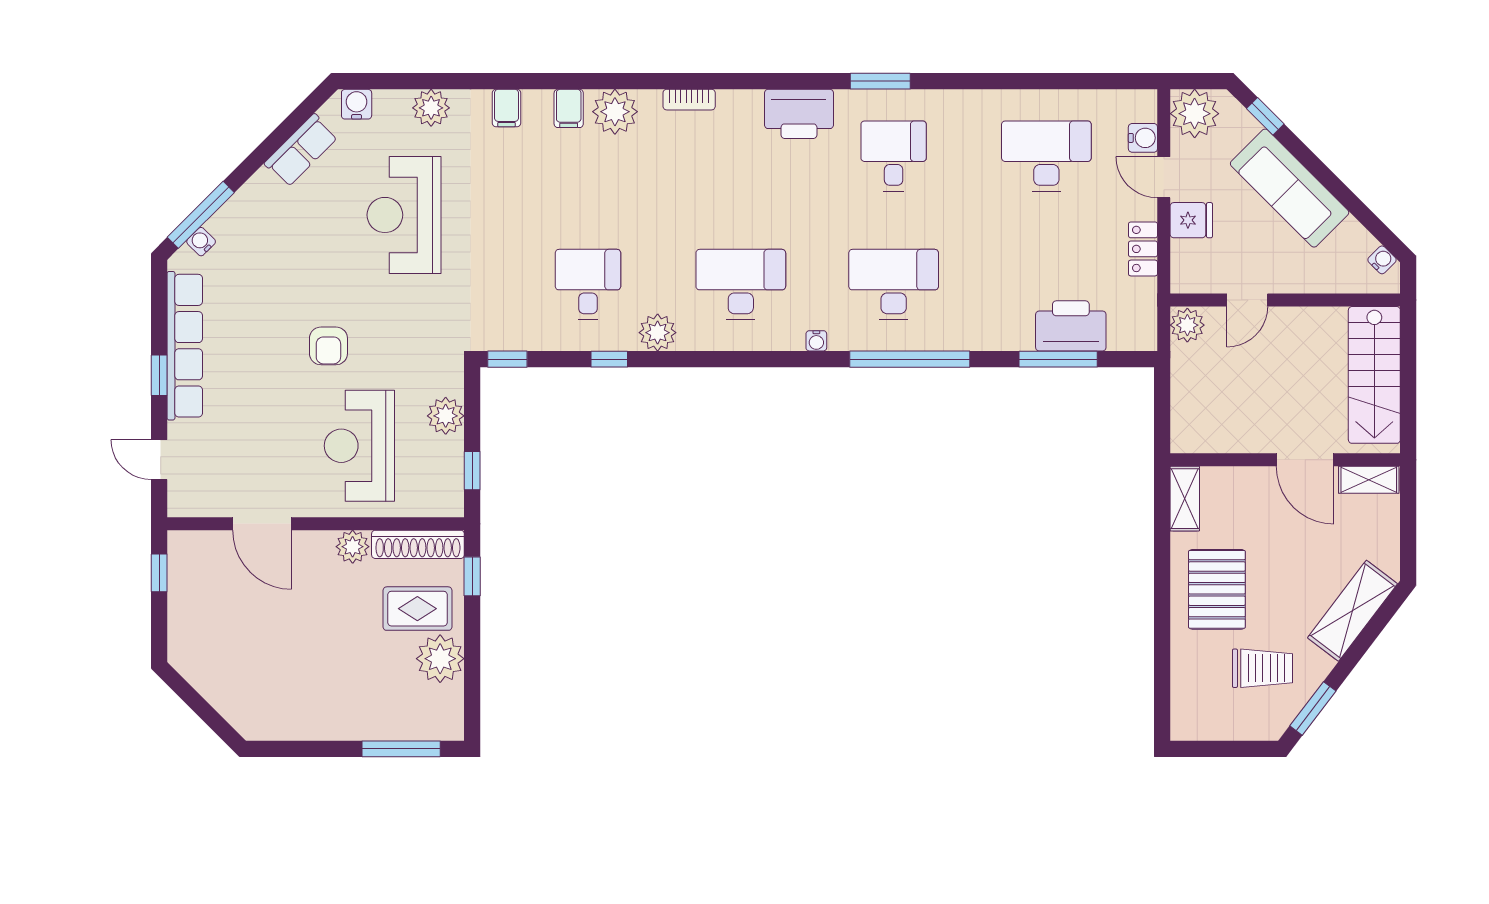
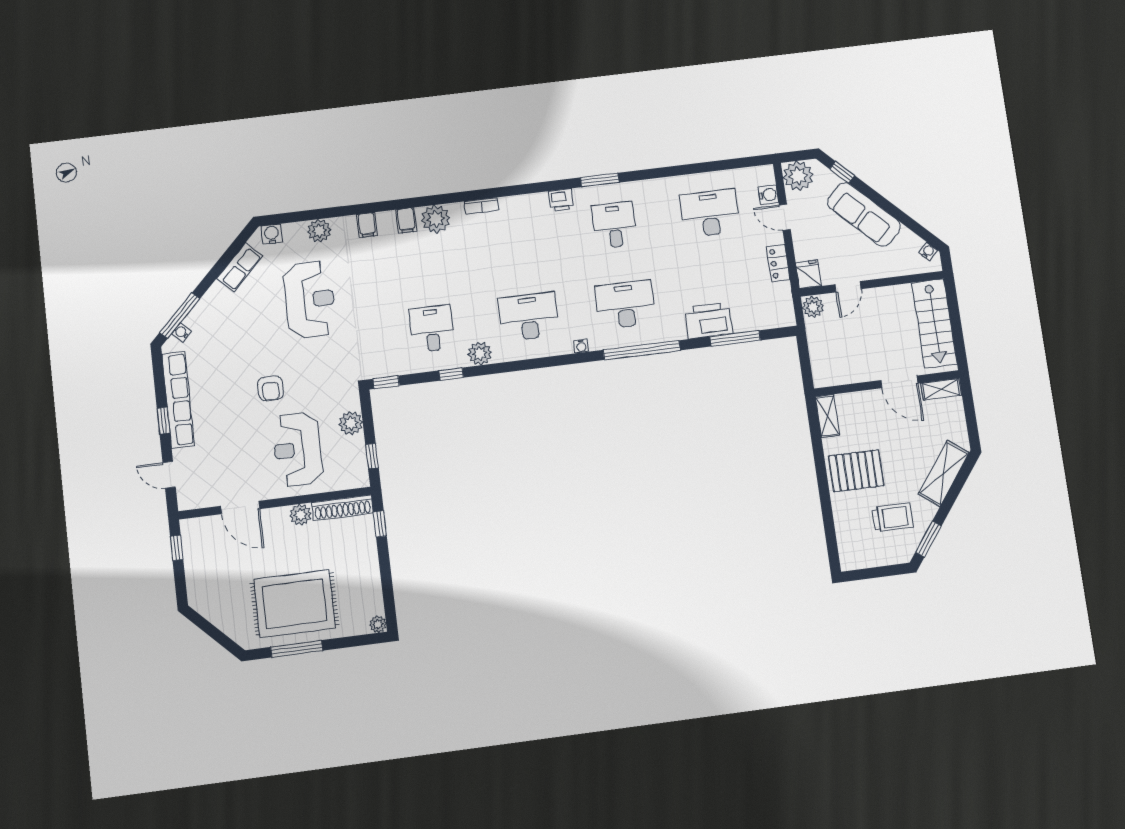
printer: (799, 114) -> (561, 200), width x0.53, depth x0.68
reception desk: (404, 215) -> (310, 300), turned 180
fridge: (1191, 220) -> (809, 274), moved, turned -90
printer: (1071, 326) -> (709, 321), moved
pallet: (1217, 589) -> (856, 471), turned 90
rug: (417, 609) -> (294, 604), moved, width x1.86, depth x2.06
plant: (440, 659) -> (378, 624), moved, width x0.53, depth x0.53
window: (401, 749) -> (297, 649), moved

